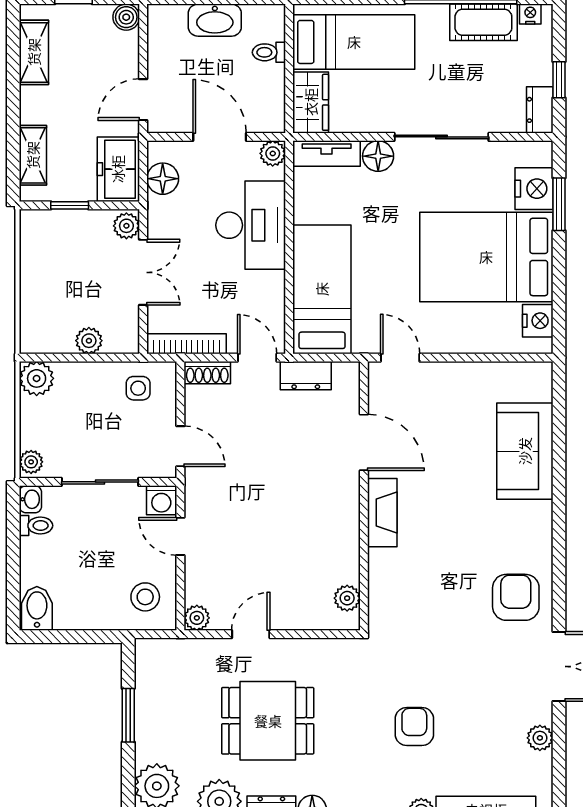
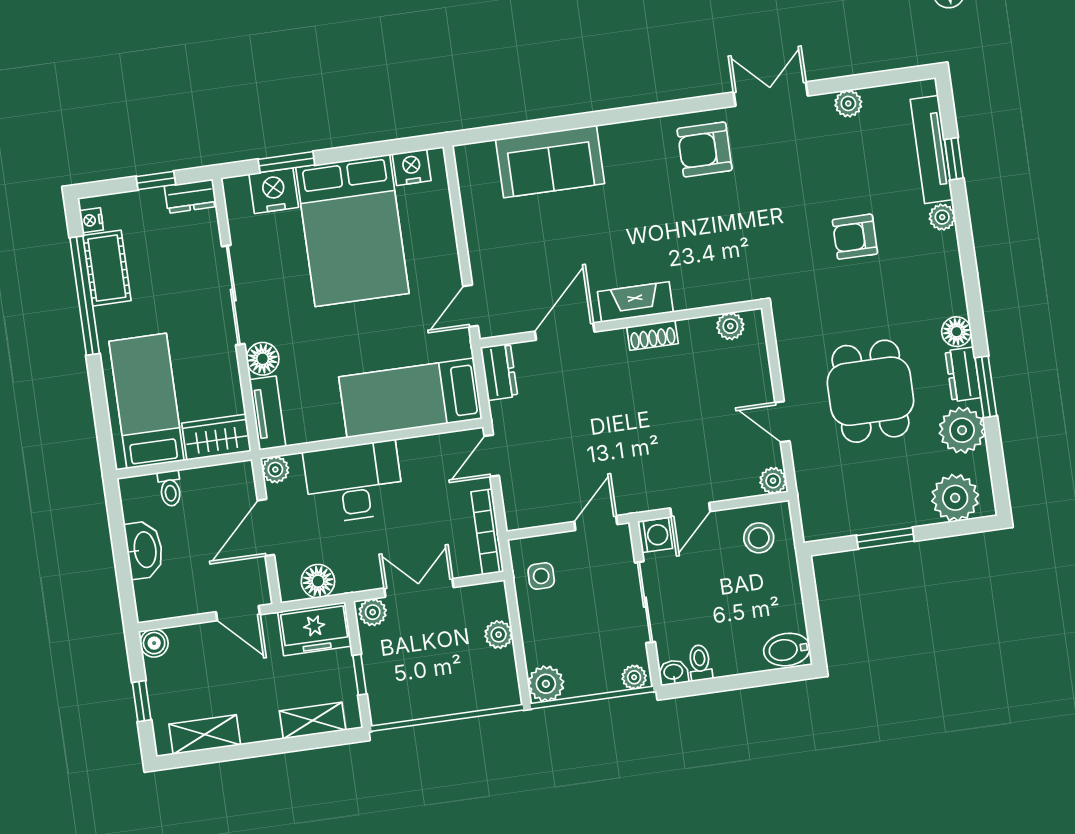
shoe rack: (207, 373) -> (652, 335), moved, turned 90
dresser: (306, 376) -> (499, 372), moved

